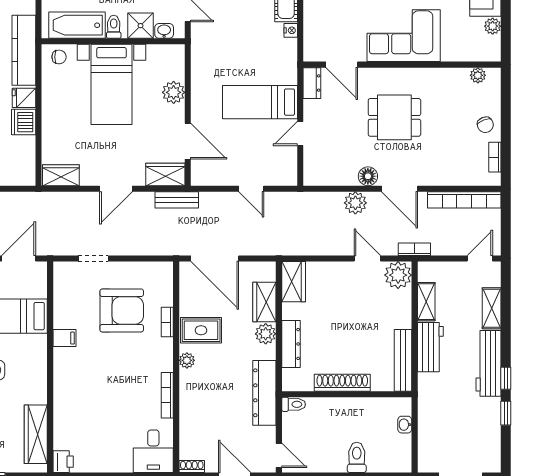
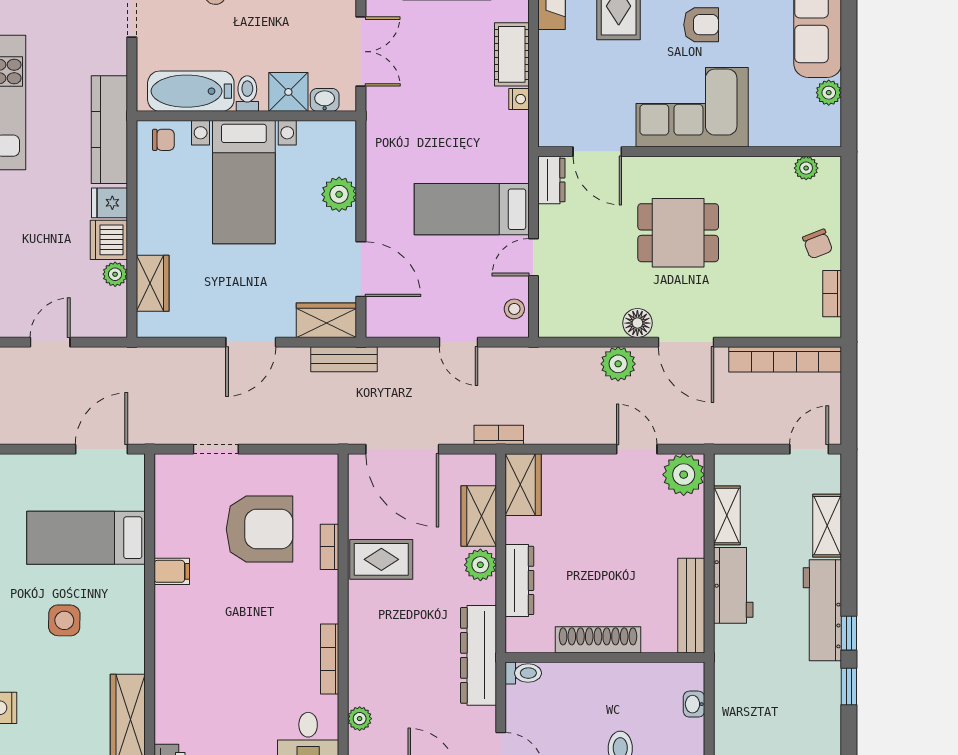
plant: (28, 144) -> (115, 274), added
stool: (288, 167) -> (514, 309), added
wardrobe: (61, 175) -> (153, 283), moved, turned 90
bookcase: (414, 249) -> (499, 435), moved
plant: (187, 360) -> (360, 719), moved

